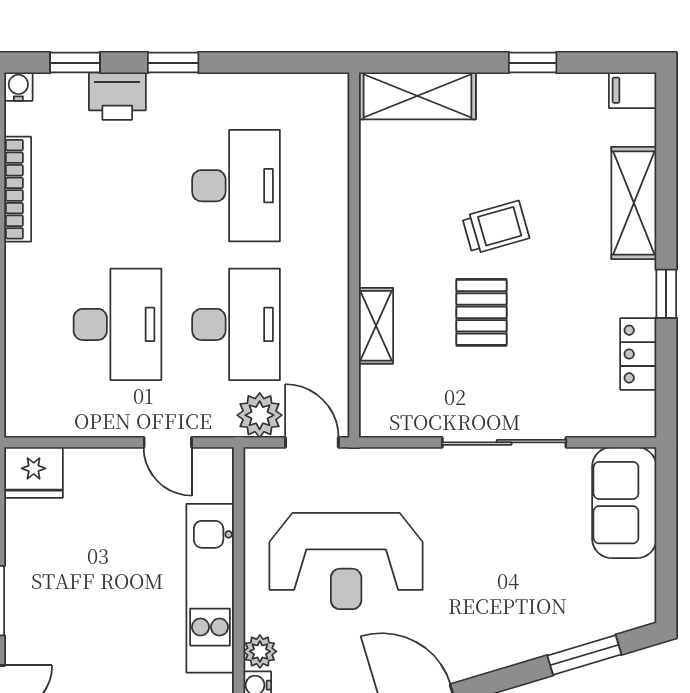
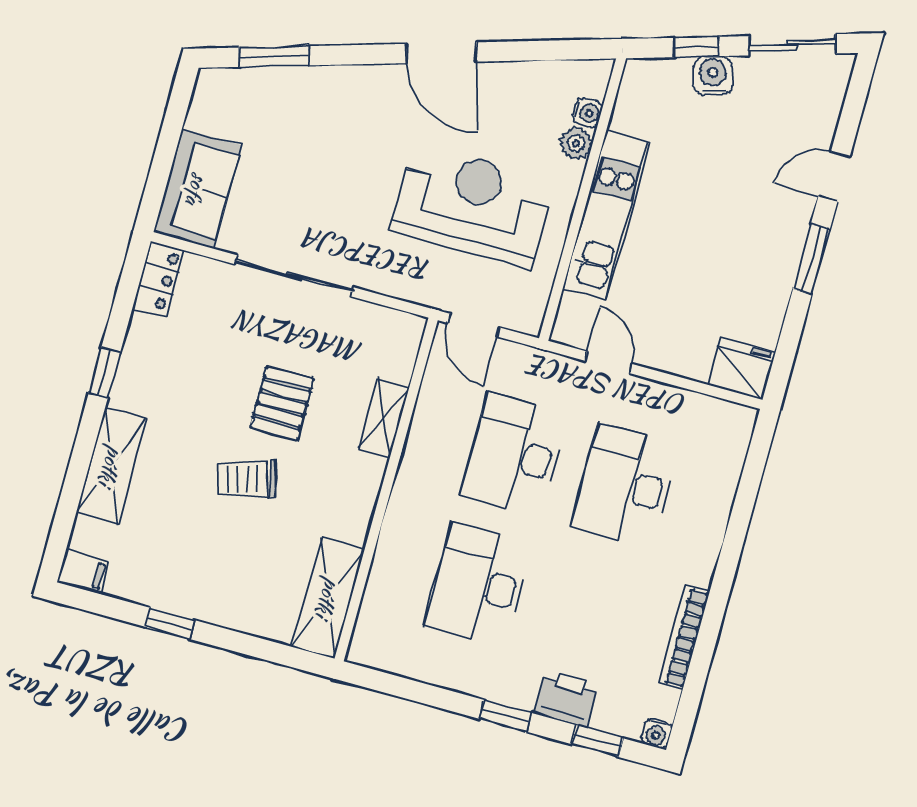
shelving: (417, 96) -> (328, 598), moved, turned 90
locker: (638, 354) -> (158, 279), moved
plant: (260, 415) -> (516, 364), removed

